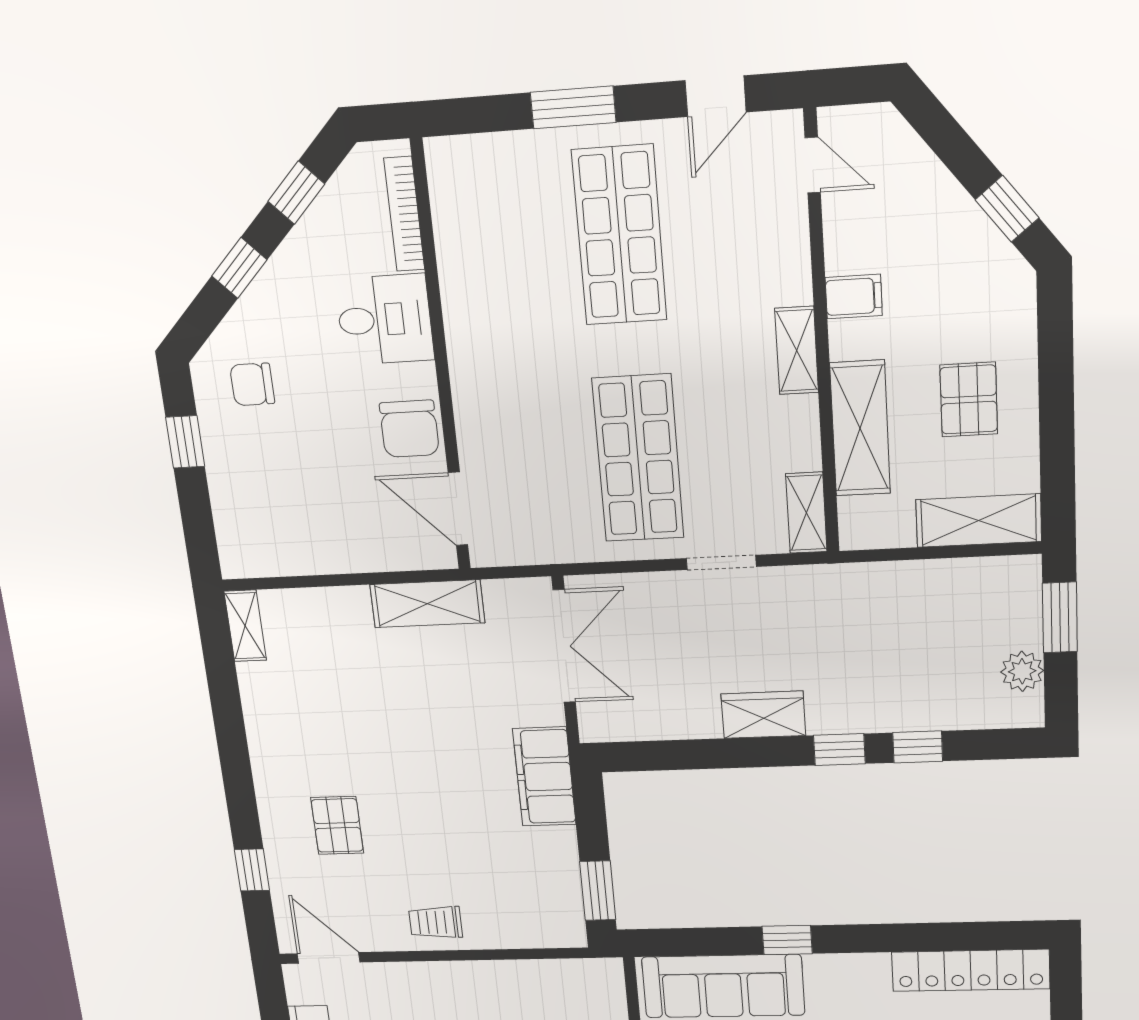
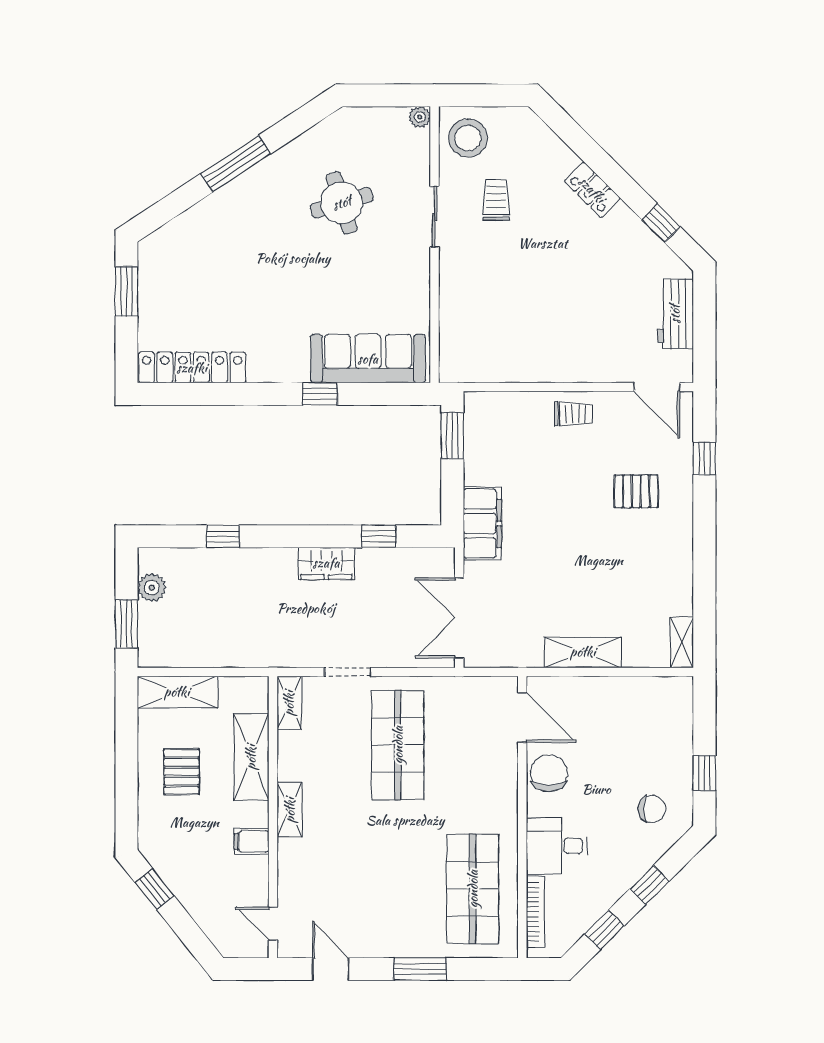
door: (716, 96) -> (331, 969), hinge flipped
shop shelf: (619, 235) -> (473, 889), moved
shelving: (427, 604) -> (583, 652), moved
window: (839, 750) -> (379, 536), moved
pallet: (337, 825) -> (636, 491), turned 90

